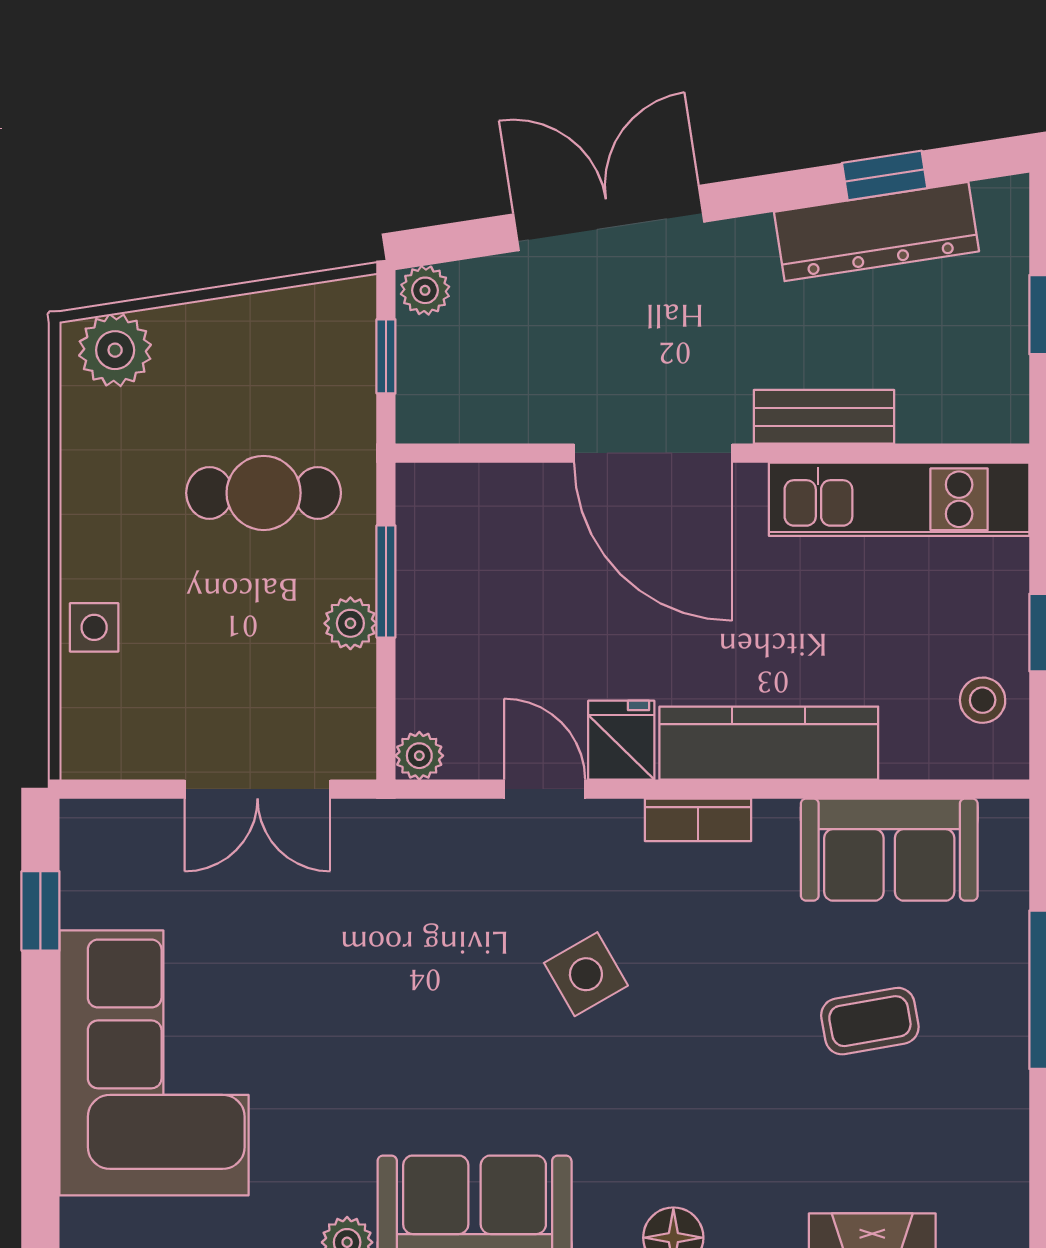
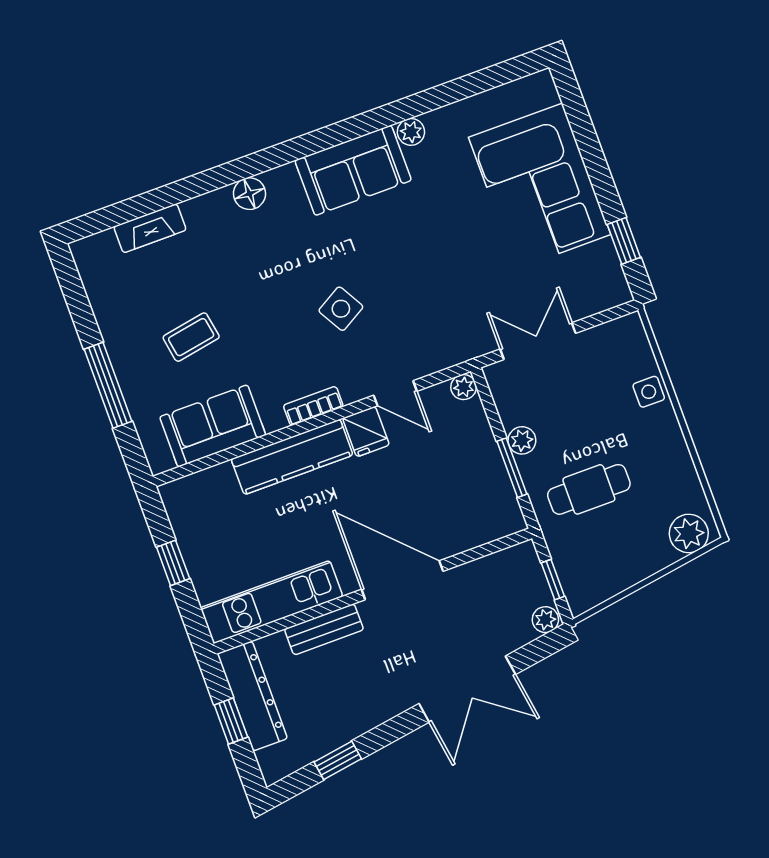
dresser: (876, 232) -> (252, 696), moved, turned 99
stool: (983, 700) -> (193, 517), removed

